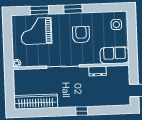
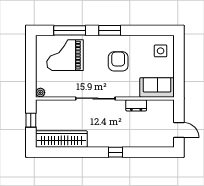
window: (39, 10) -> (70, 30), width x1.44
window: (10, 87) -> (31, 120), added

